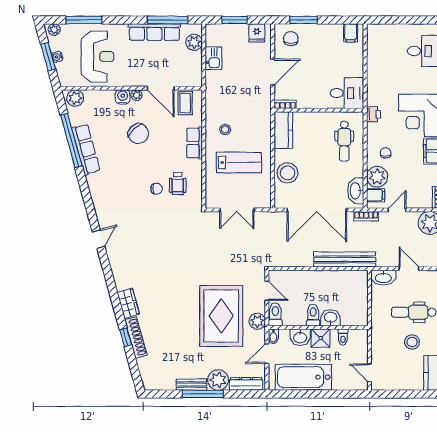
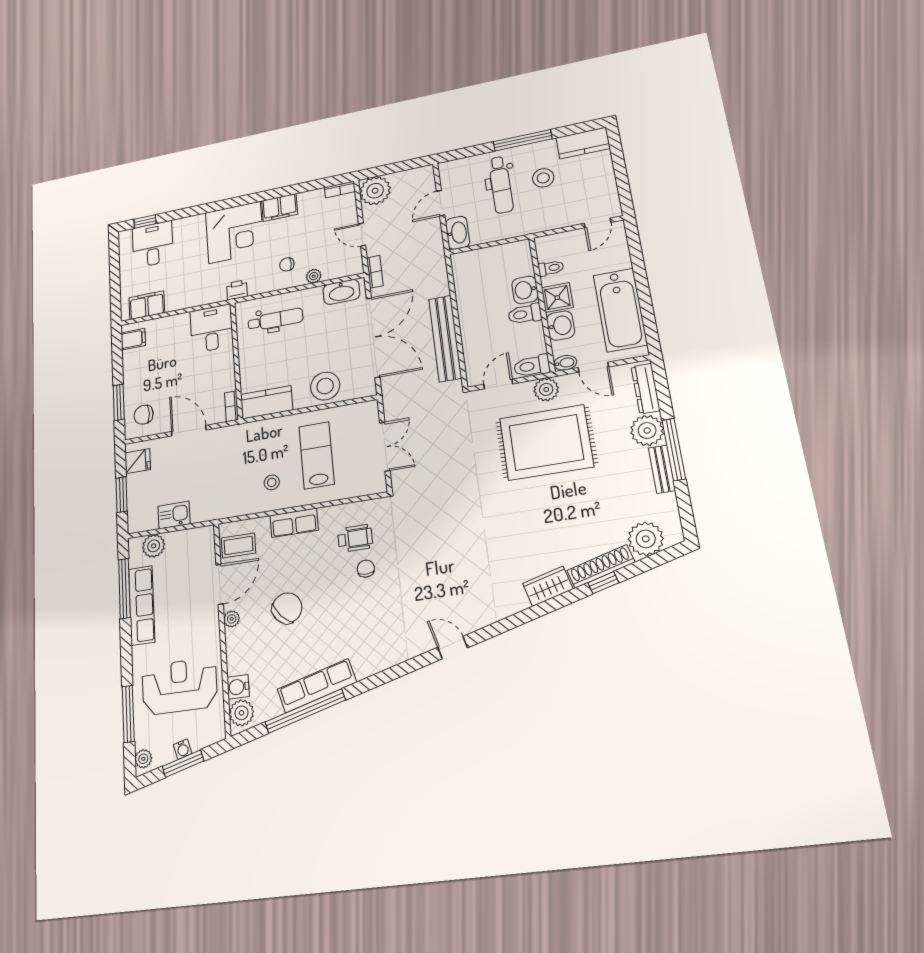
water cooler: (123, 97) -> (238, 687), moved
plant: (377, 177) -> (314, 276), width x0.53, depth x0.53
filing cabinet: (376, 195) -> (147, 305), moved, width x2.00
bench: (345, 259) -> (445, 338), moved
plant: (149, 367) -> (646, 539), added

